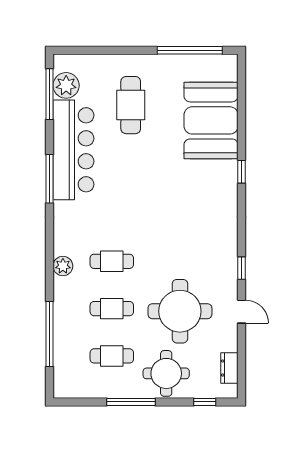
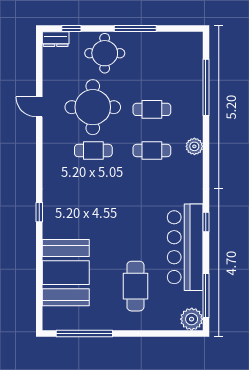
plant: (66, 85) -> (192, 319), moved
window: (242, 172) -> (39, 212), moved
window: (49, 179) -> (206, 222), width x0.46
window: (242, 268) -> (39, 145), removed
cafe table: (112, 356) -> (93, 150), moved
dresser: (229, 368) -> (56, 39), moved, turned 90

